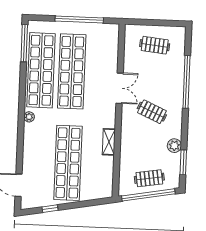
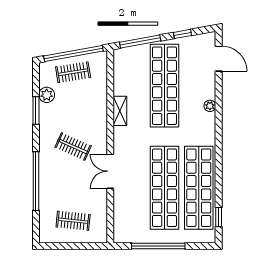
window: (24, 43) -> (219, 217), width x0.46
plant: (29, 117) -> (210, 106), moved
plant: (174, 146) -> (47, 95), moved
window: (183, 162) -> (36, 111), moved
window: (88, 203) -> (140, 42), added

